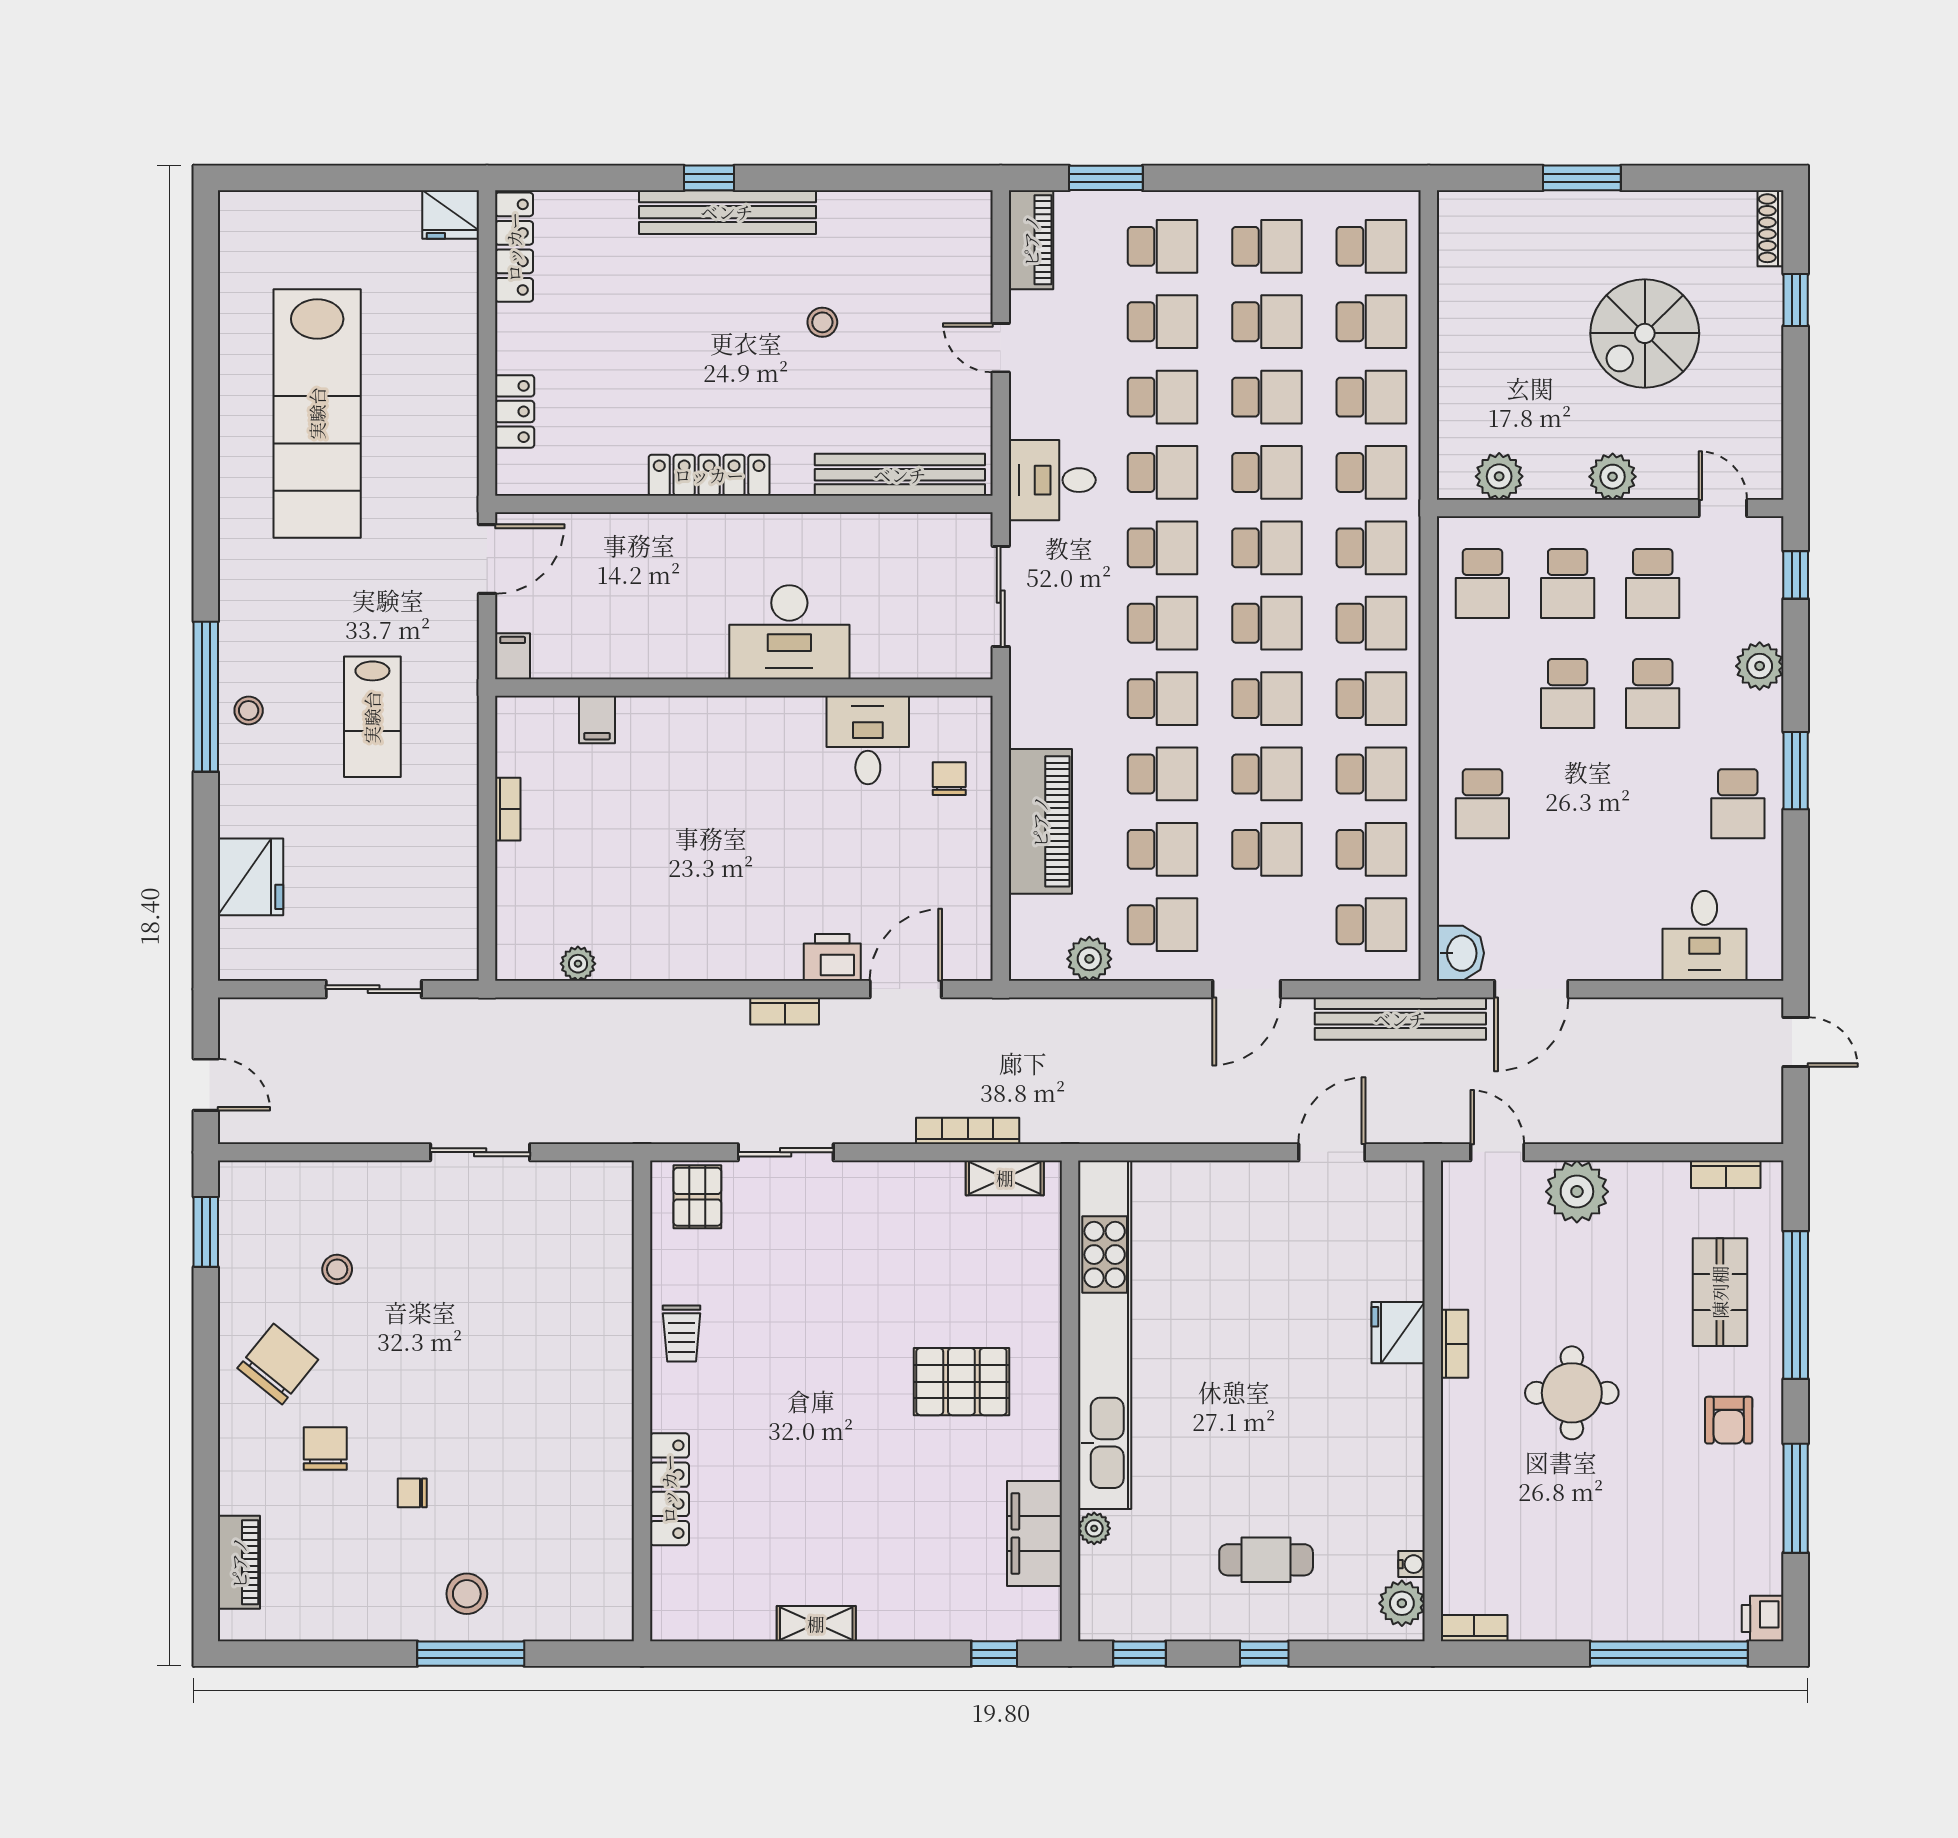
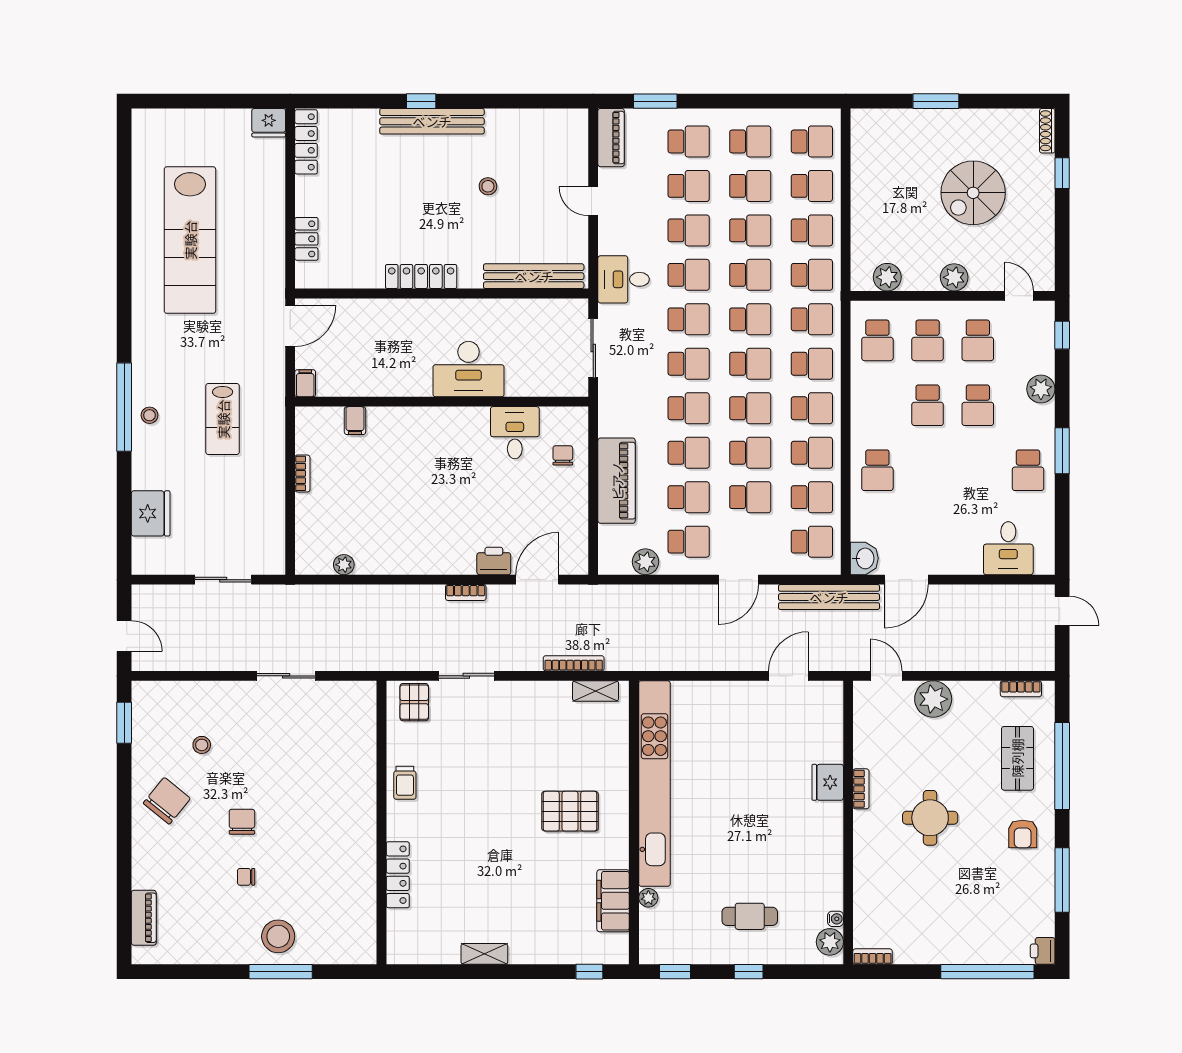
chair: (325, 1449) -> (242, 822), moved
stool: (467, 1594) -> (278, 936), width x1.38, depth x1.38

